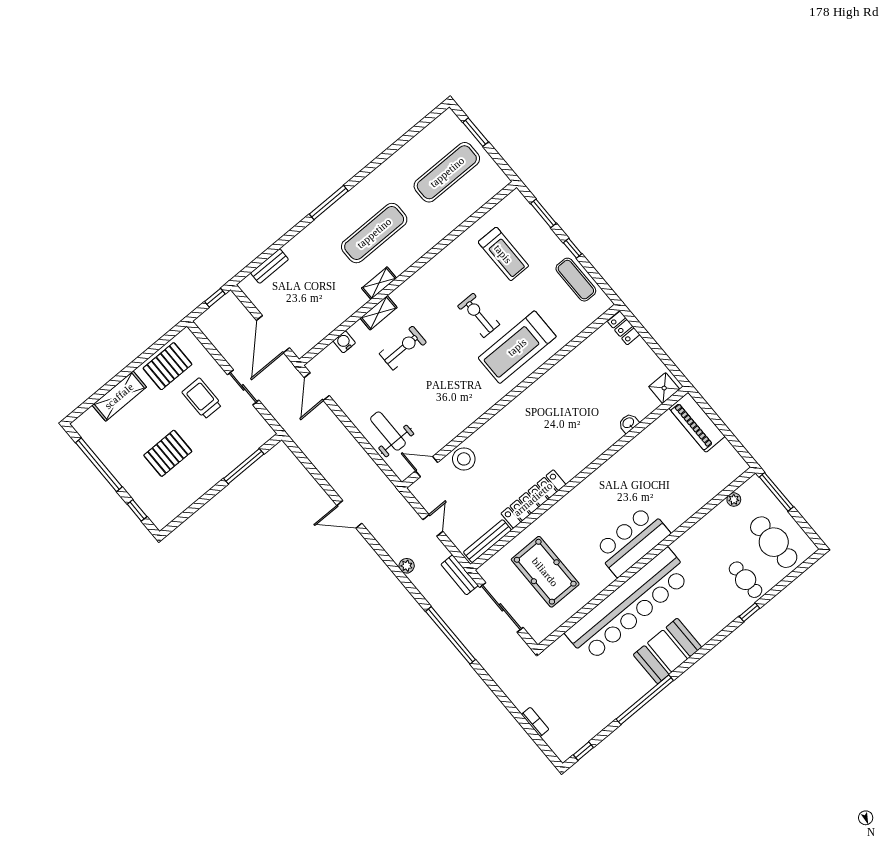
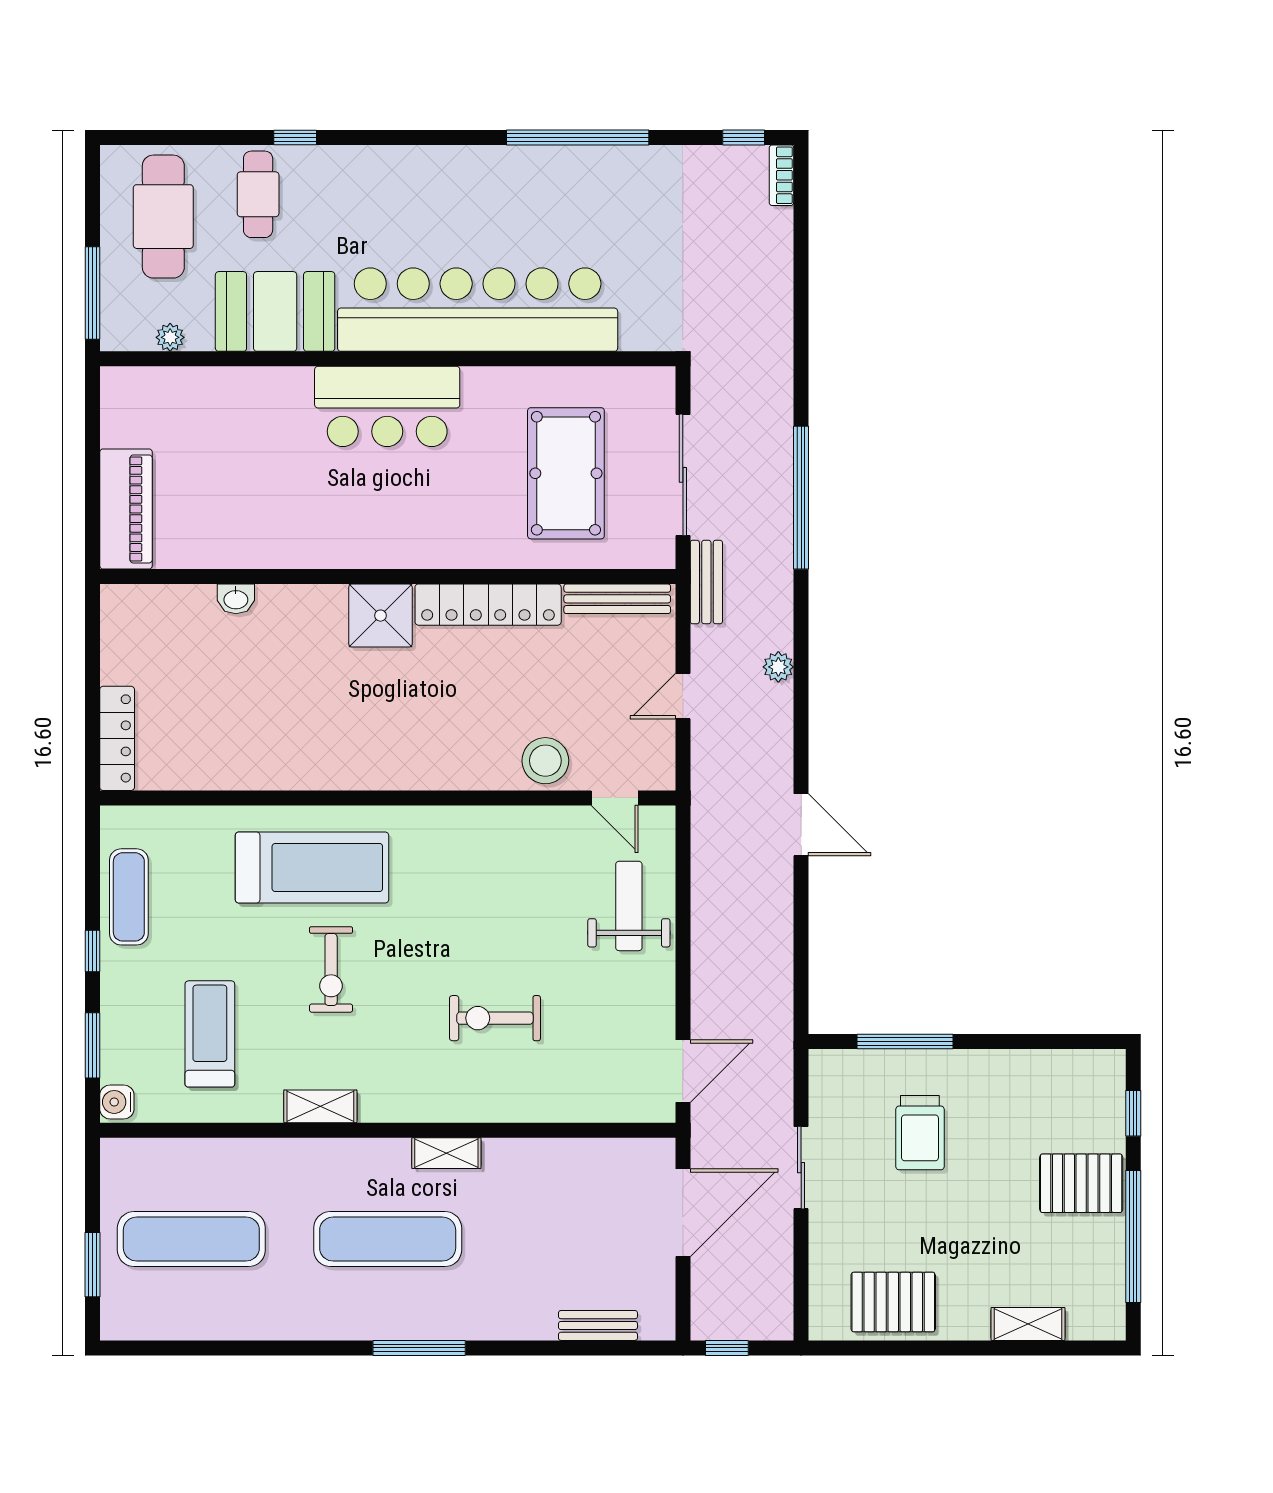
shelving: (379, 313) -> (320, 1106), moved
locker: (624, 328) -> (117, 738), width x1.53
water cooler: (344, 342) -> (117, 1102), moved, turned 90
shower: (664, 388) -> (380, 616), moved, width x1.36, depth x1.36
shelving: (119, 396) -> (1028, 1324), width x0.67, depth x0.75
trolley: (202, 398) -> (920, 1133), moved
weight bench: (388, 431) -> (629, 906), turned 180
pallet: (168, 453) -> (1081, 1183), moved
booth: (667, 651) -> (275, 311), moved
bookcase: (535, 722) -> (781, 175), moved

